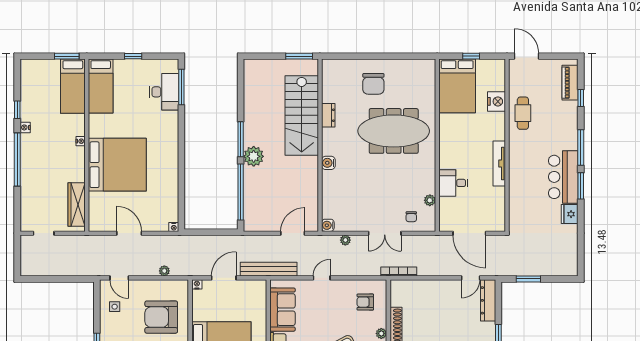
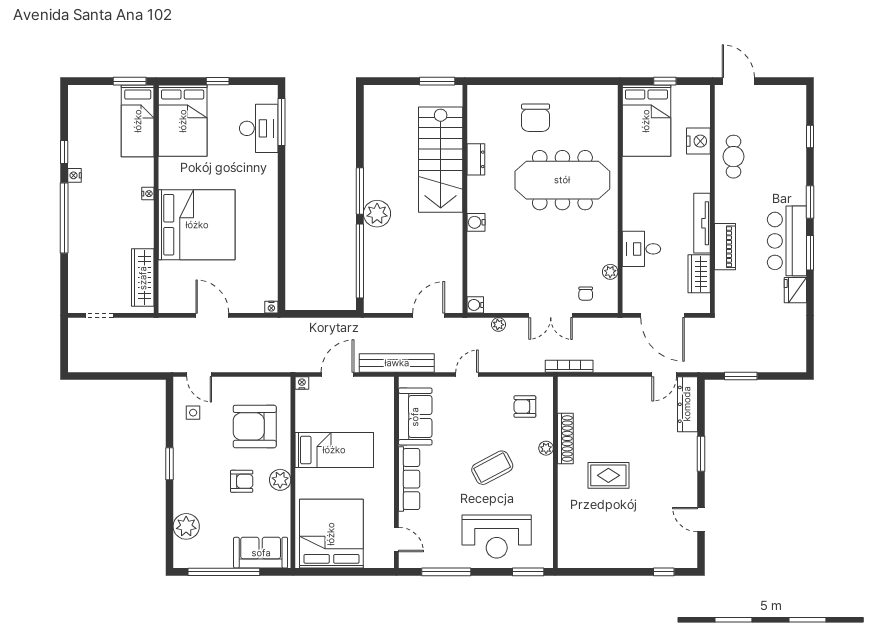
piano: (570, 83) -> (725, 247), moved, turned 180
bed: (101, 86) -> (183, 121), width x1.50
window: (581, 148) -> (810, 202), width x0.69
wardrobe: (497, 202) -> (699, 274), added
plant: (164, 271) -> (259, 365), removed

